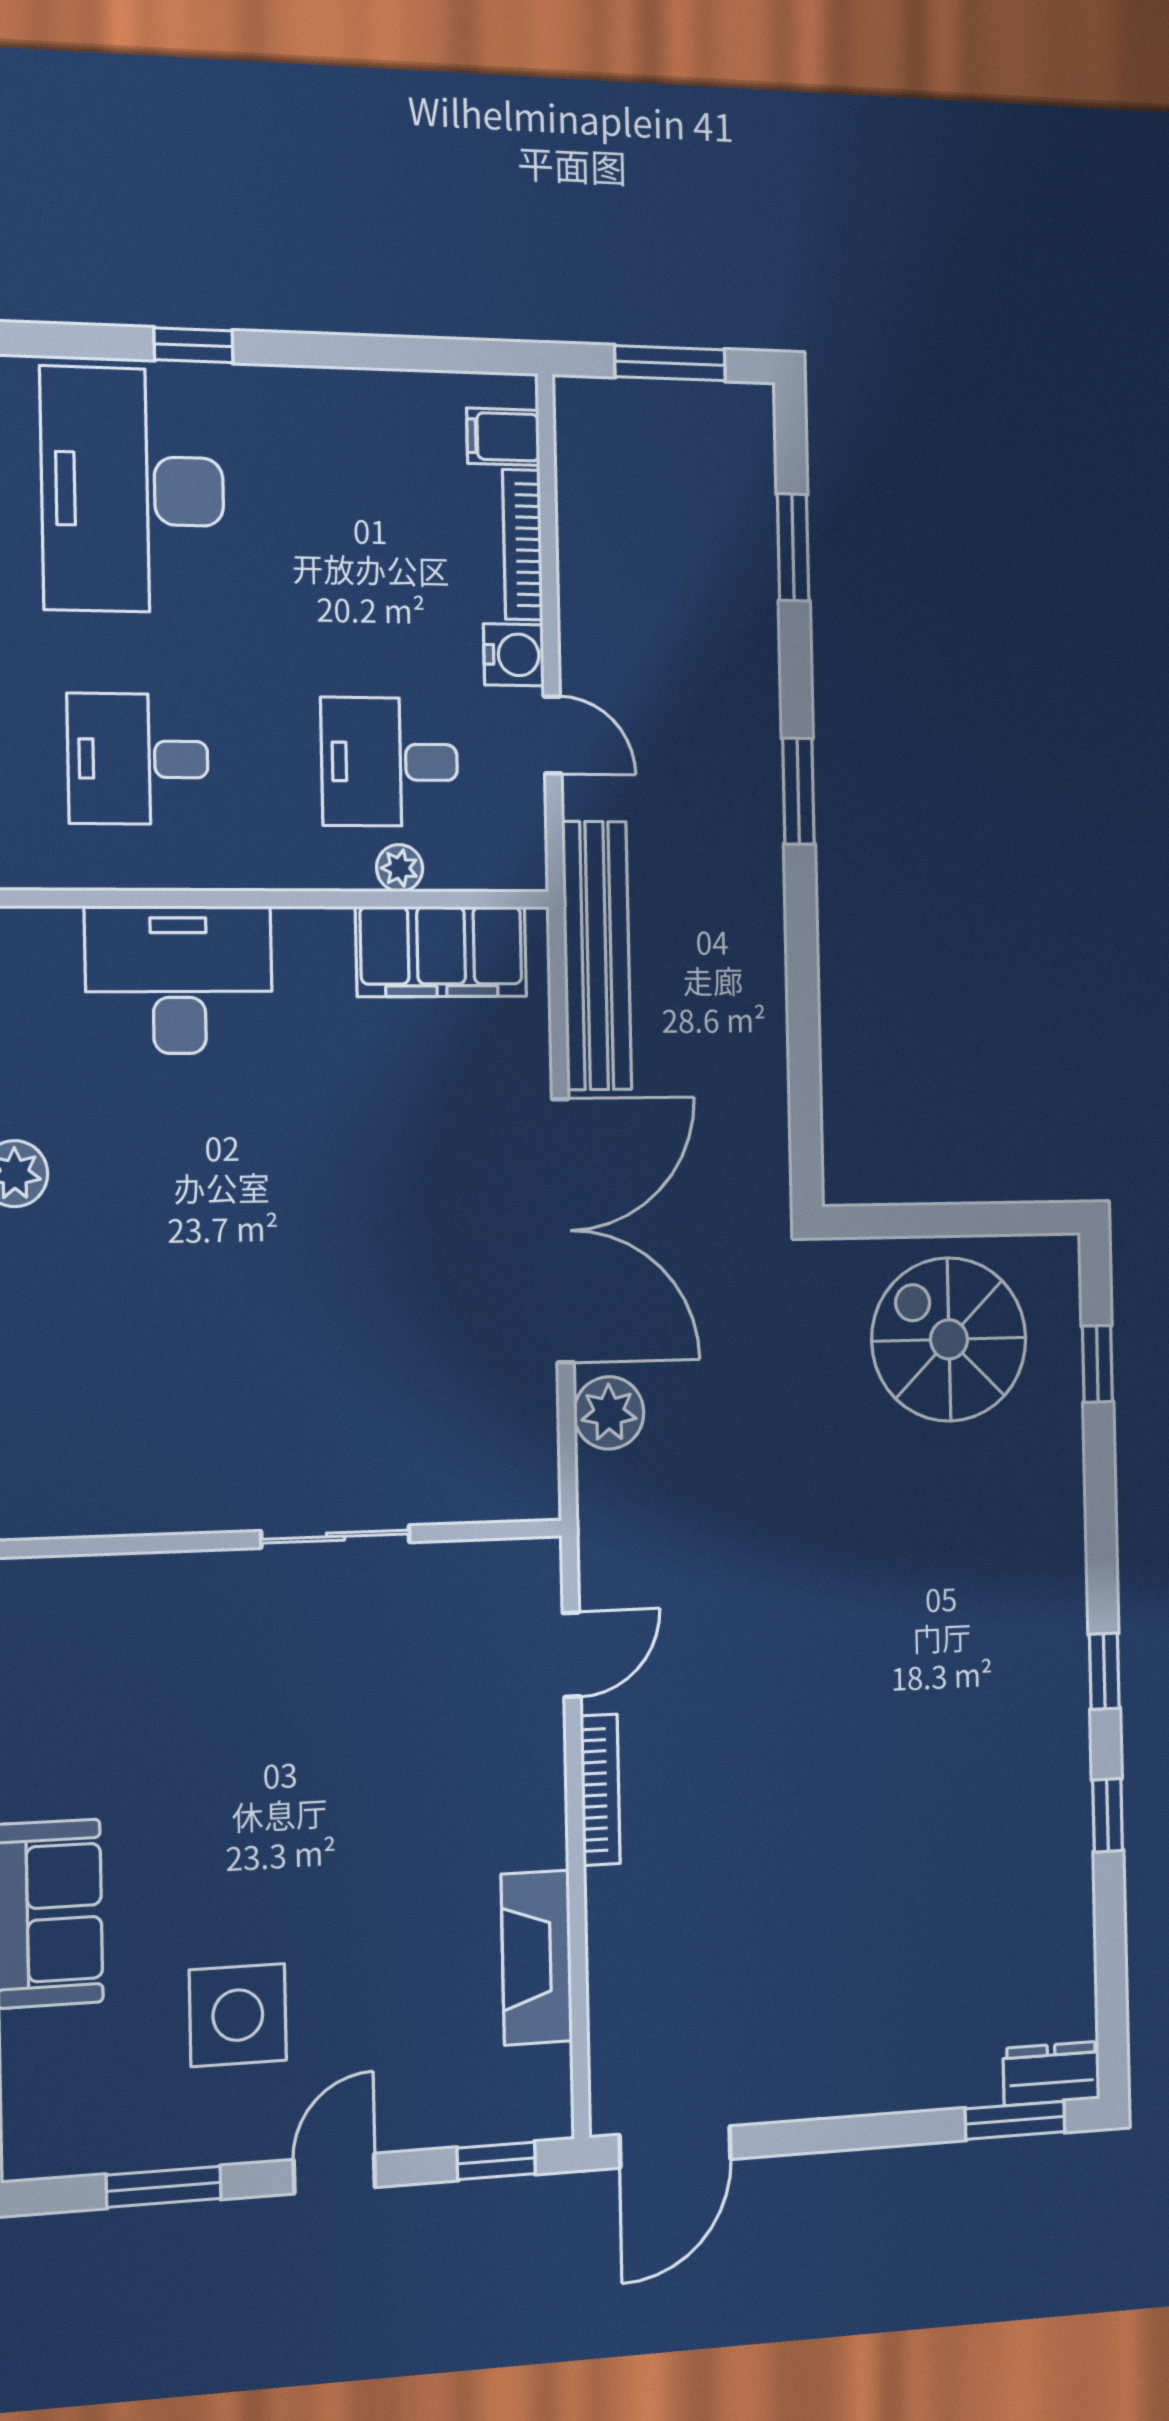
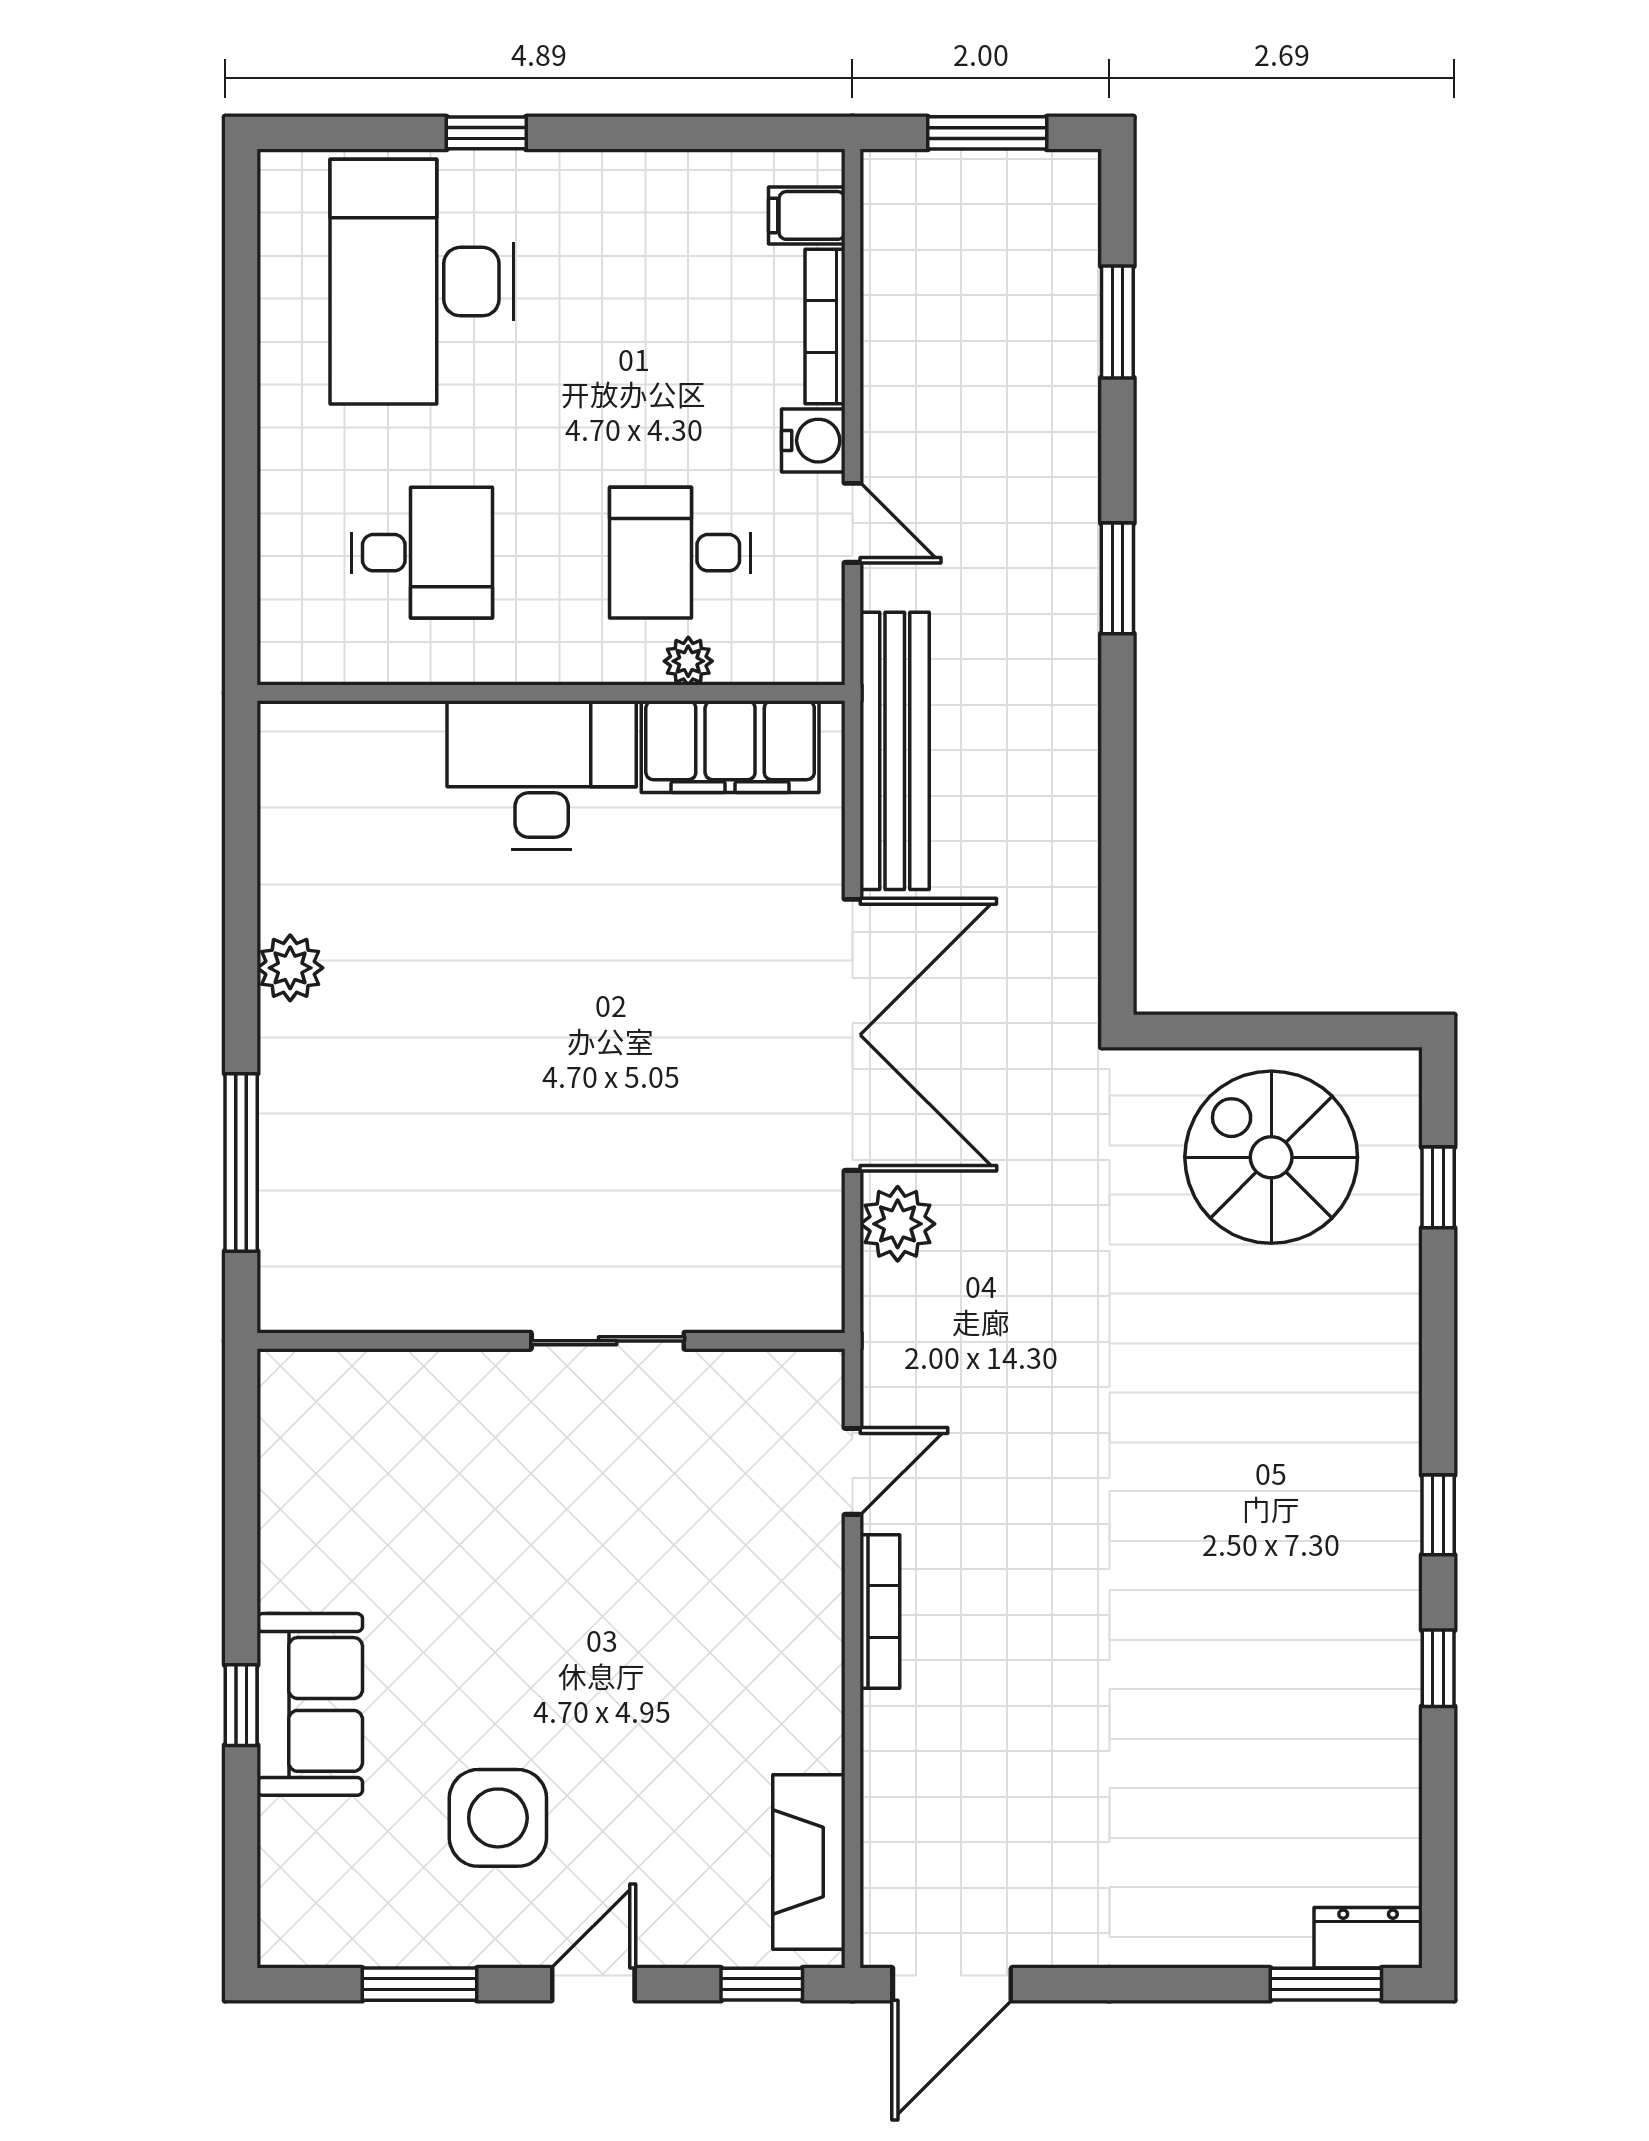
desk: (138, 759) -> (422, 553), turned 180
desk: (179, 980) -> (542, 775), moved
fireplace: (537, 1958) -> (809, 1862), moved

